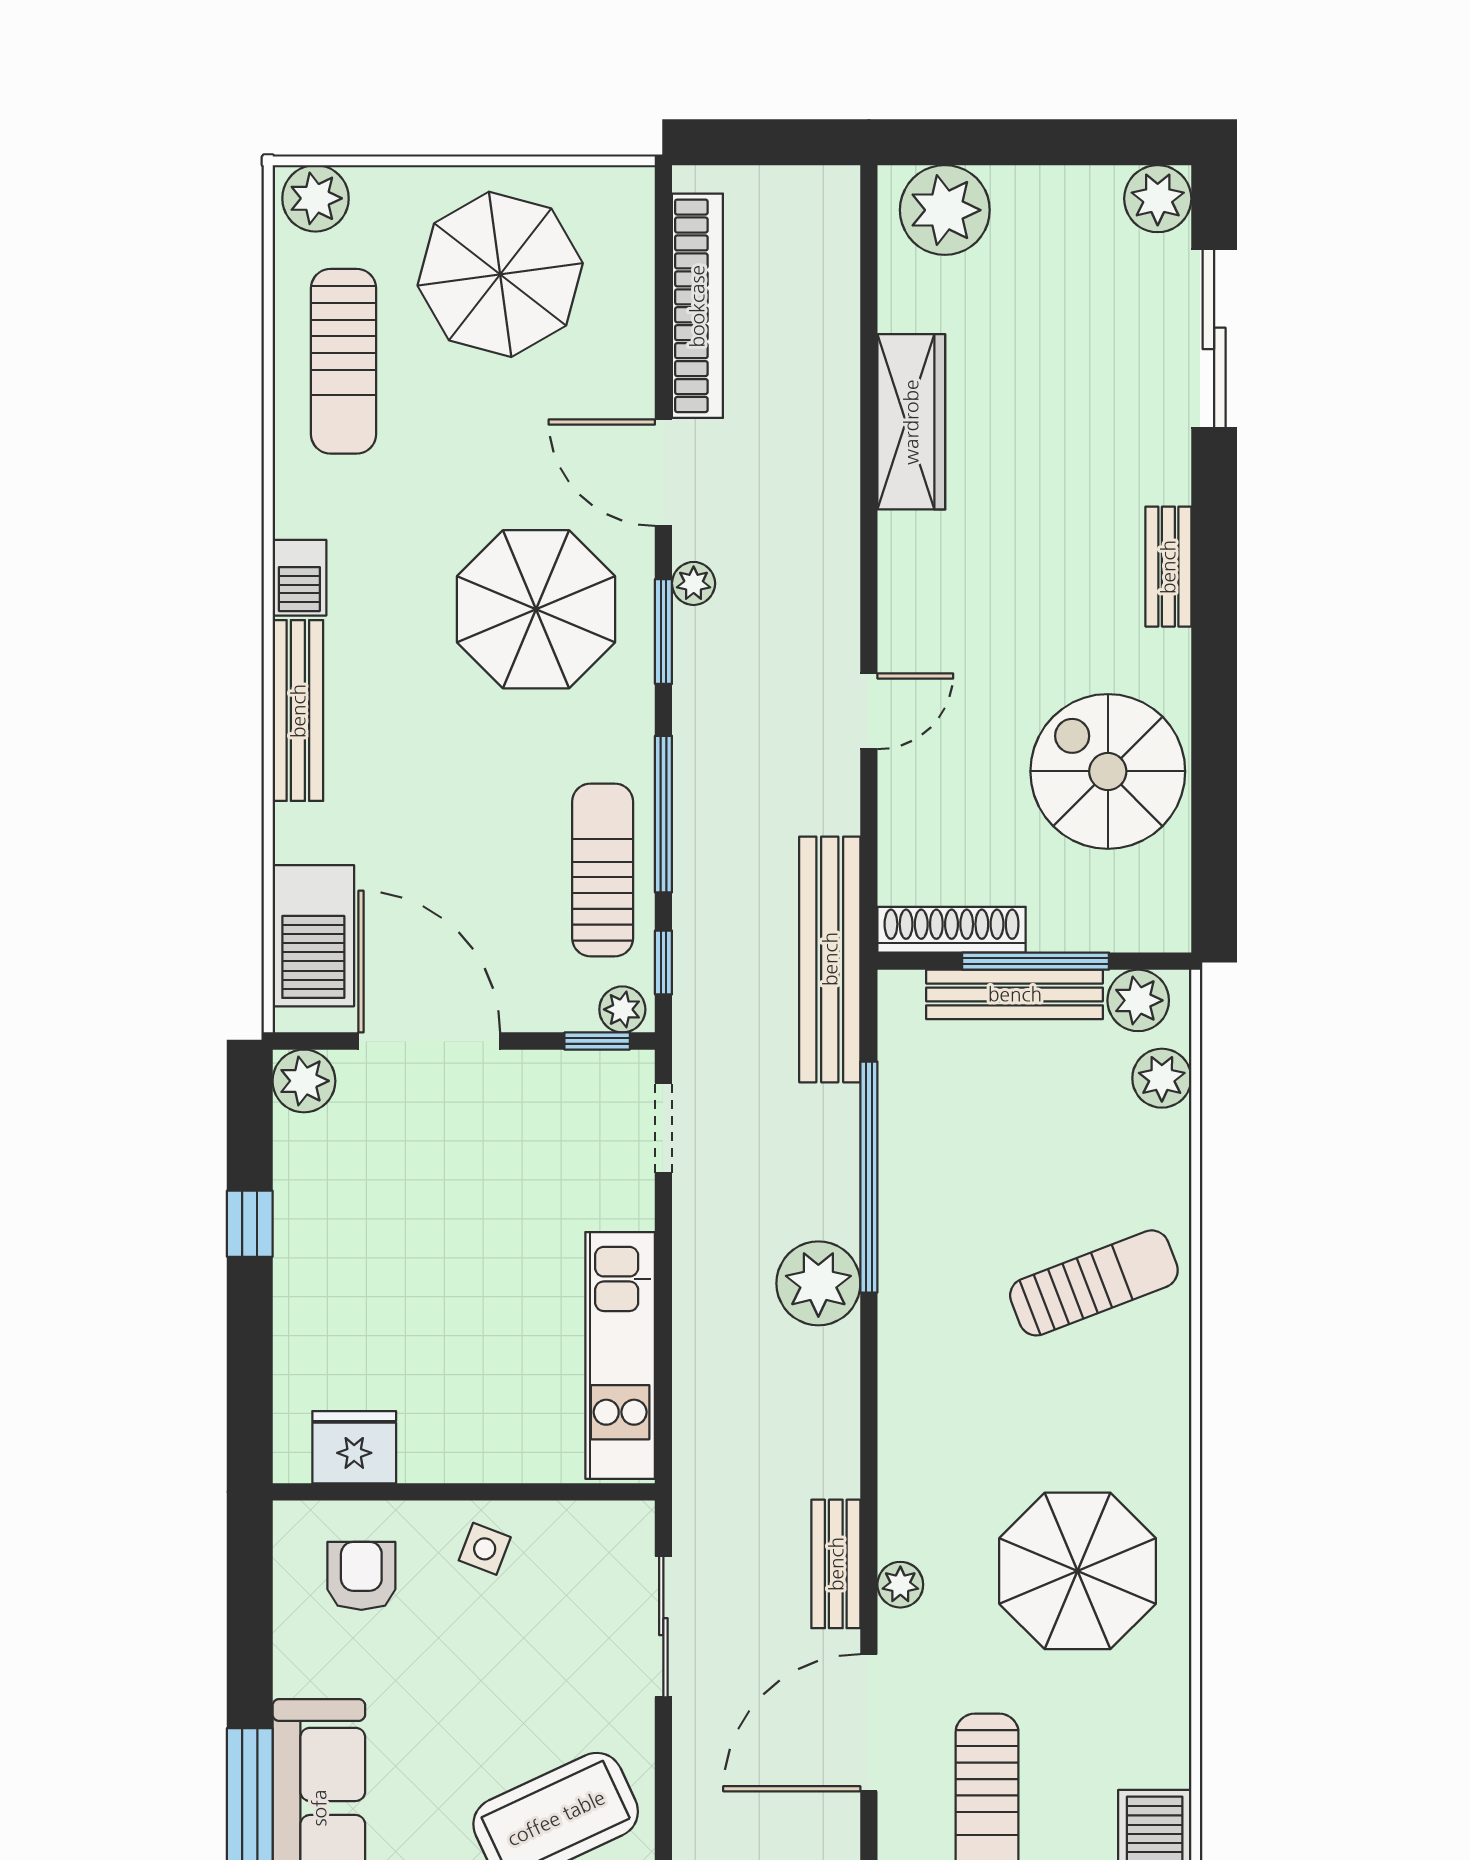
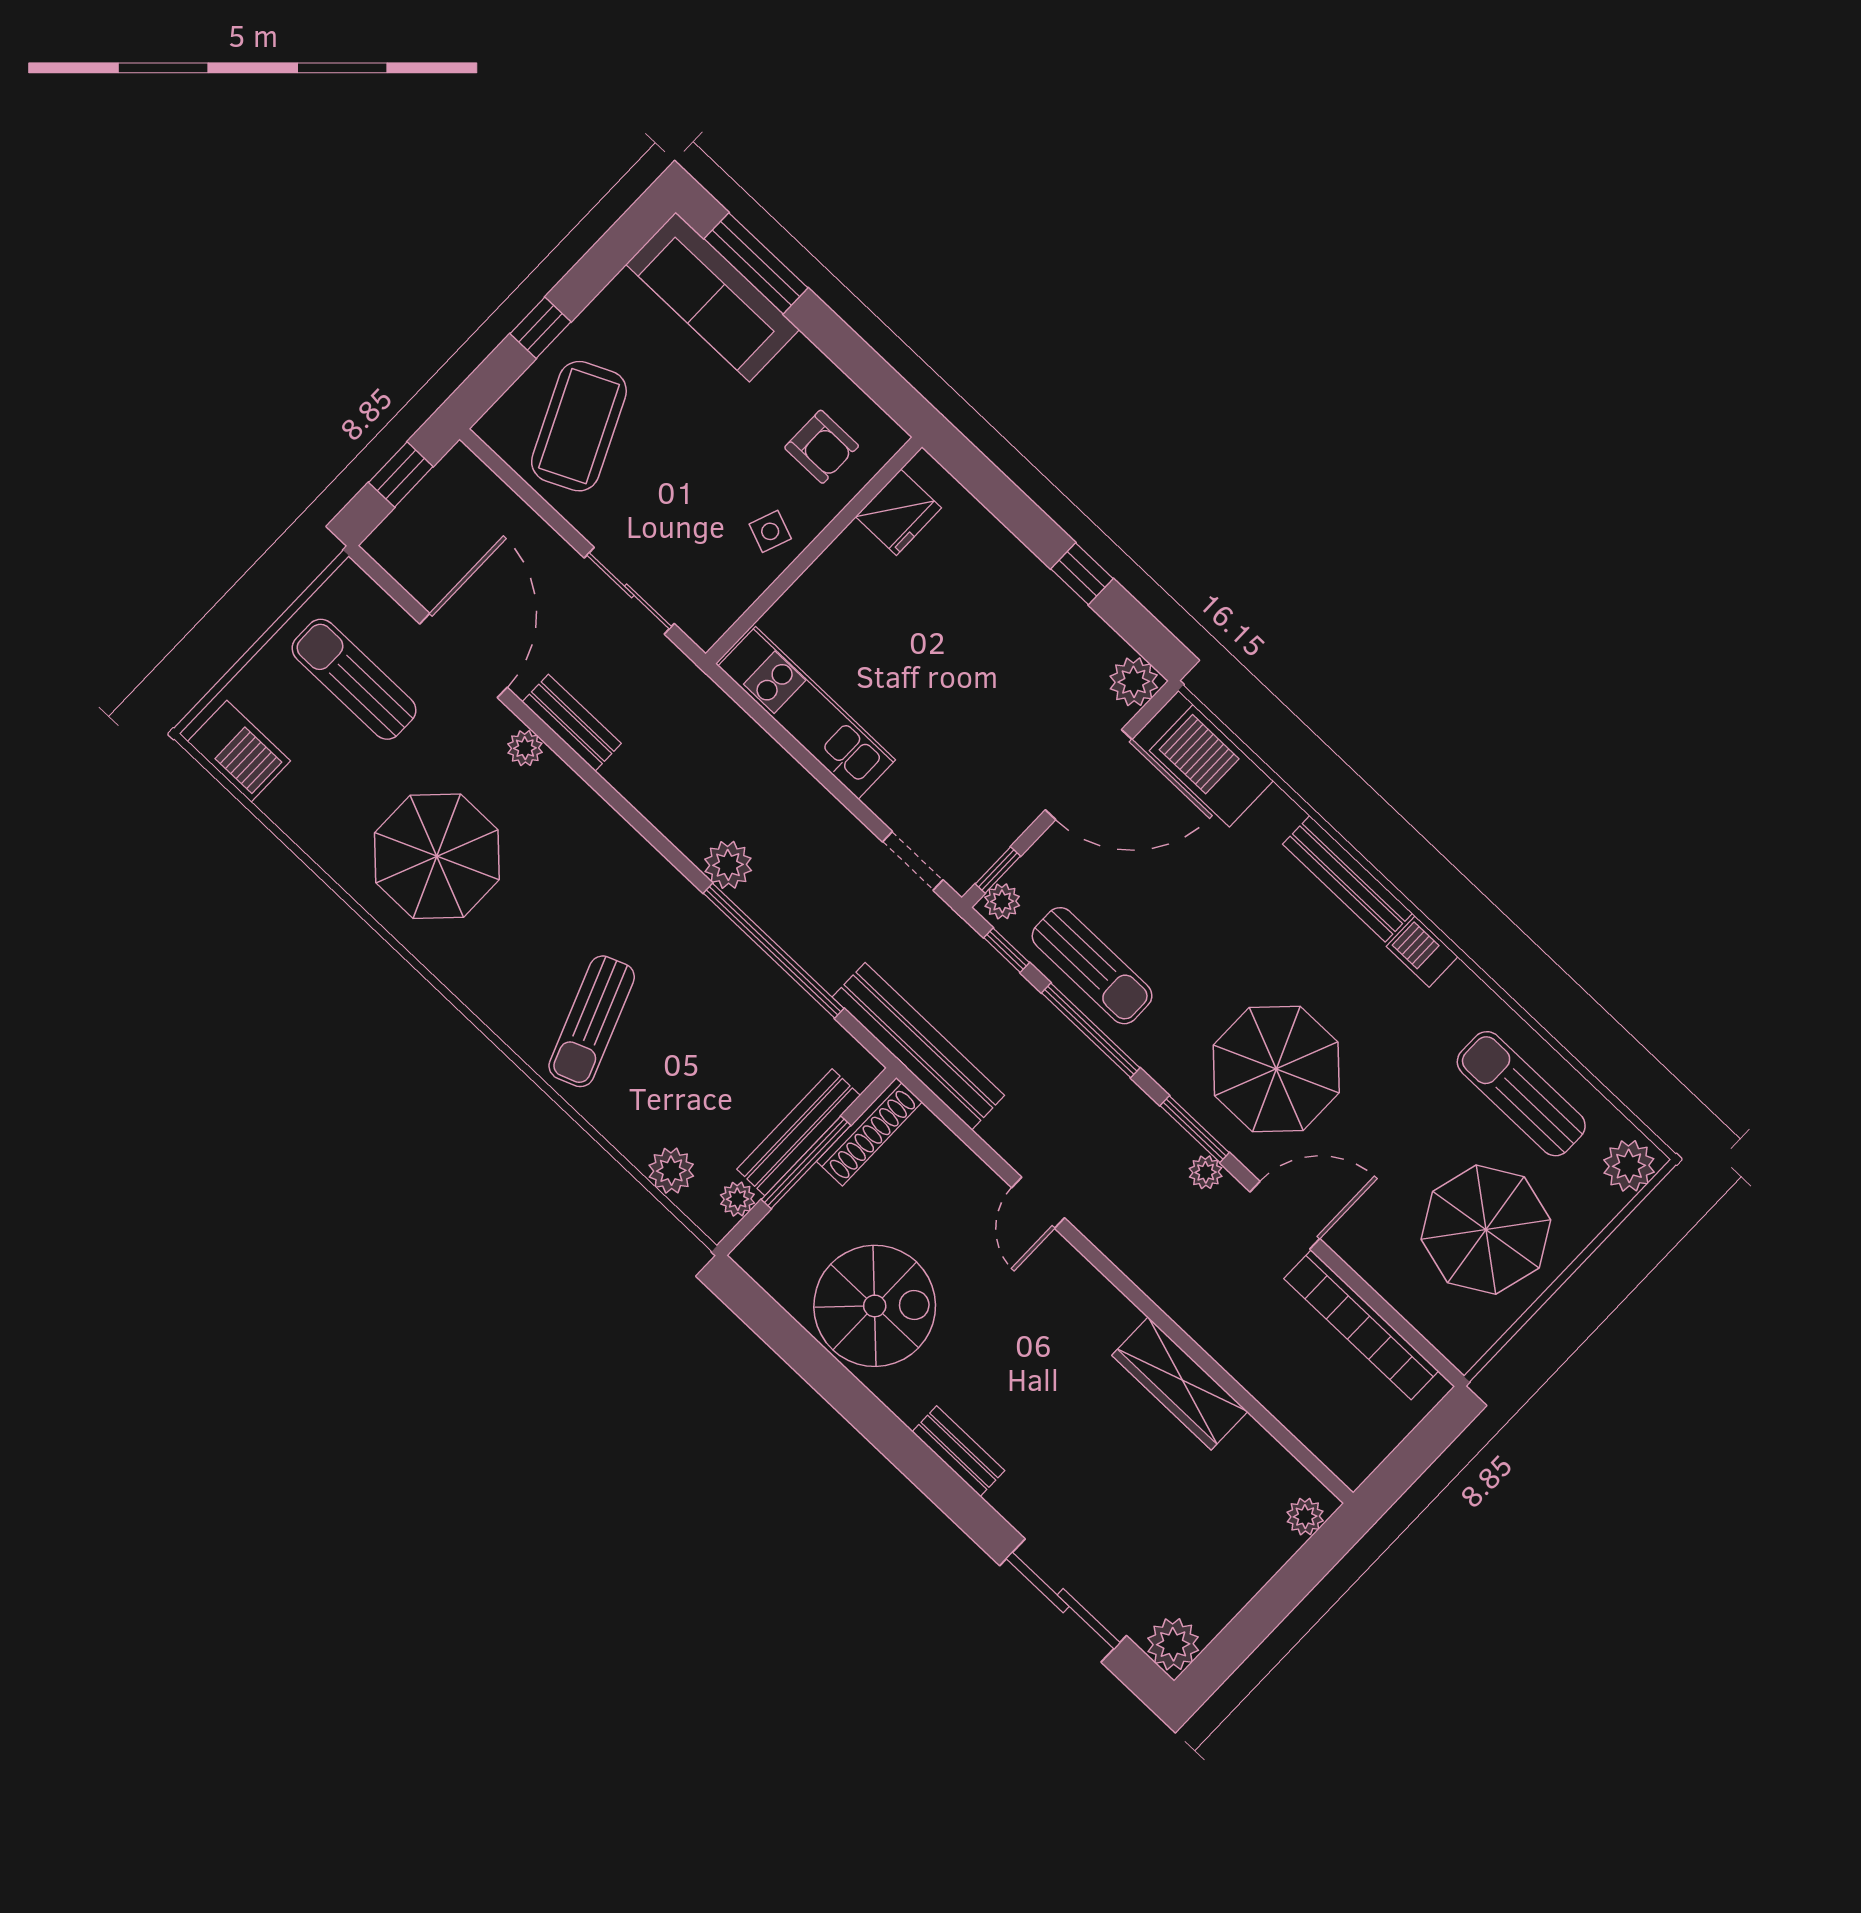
plant: (945, 210) -> (1305, 1517), width x0.53, depth x0.53
plant: (1138, 1000) -> (737, 1199), width x0.73, depth x0.73
plant: (818, 1283) -> (728, 865), width x0.73, depth x0.73

